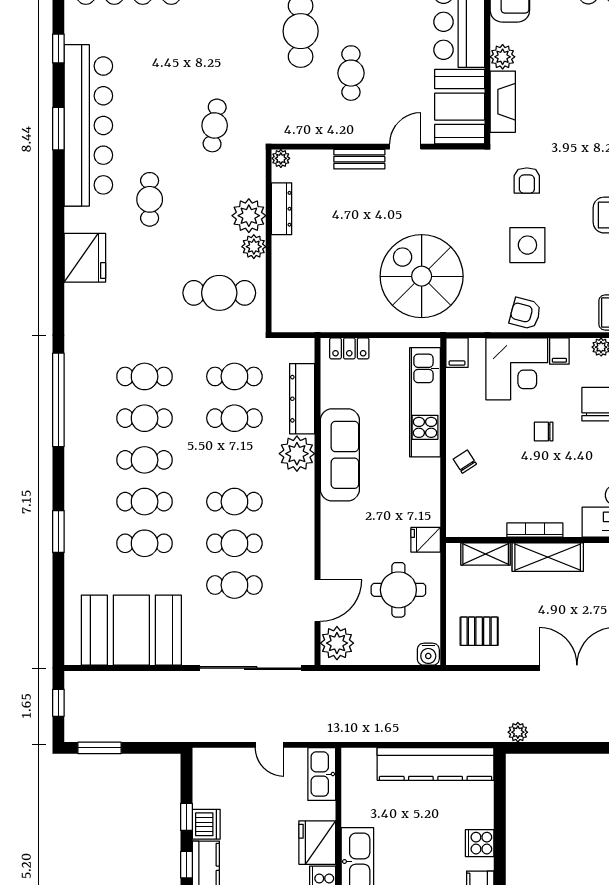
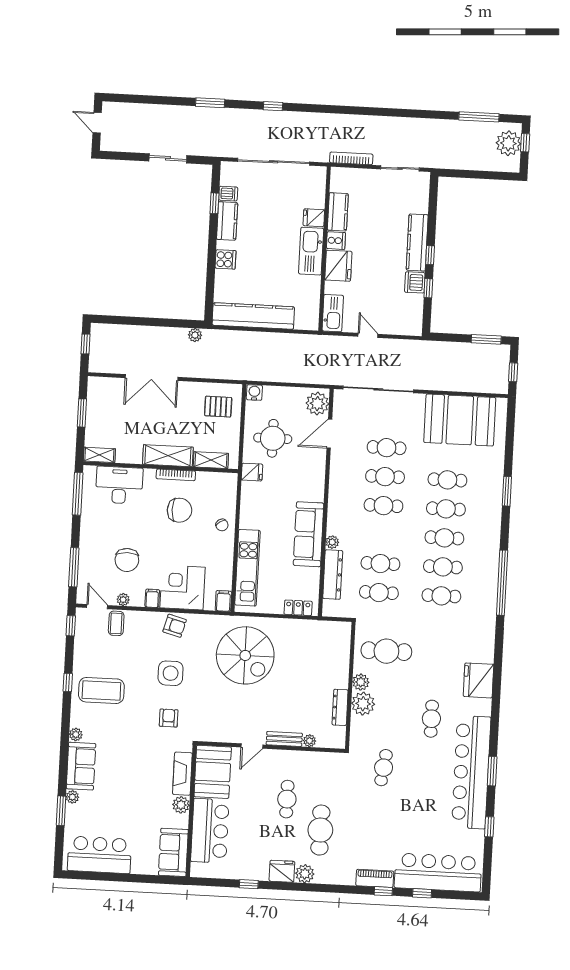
plant: (281, 158) -> (310, 741), moved
chair: (544, 431) -> (180, 510), moved, width x1.87, depth x1.87
plant: (297, 454) -> (332, 542), width x0.53, depth x0.53

